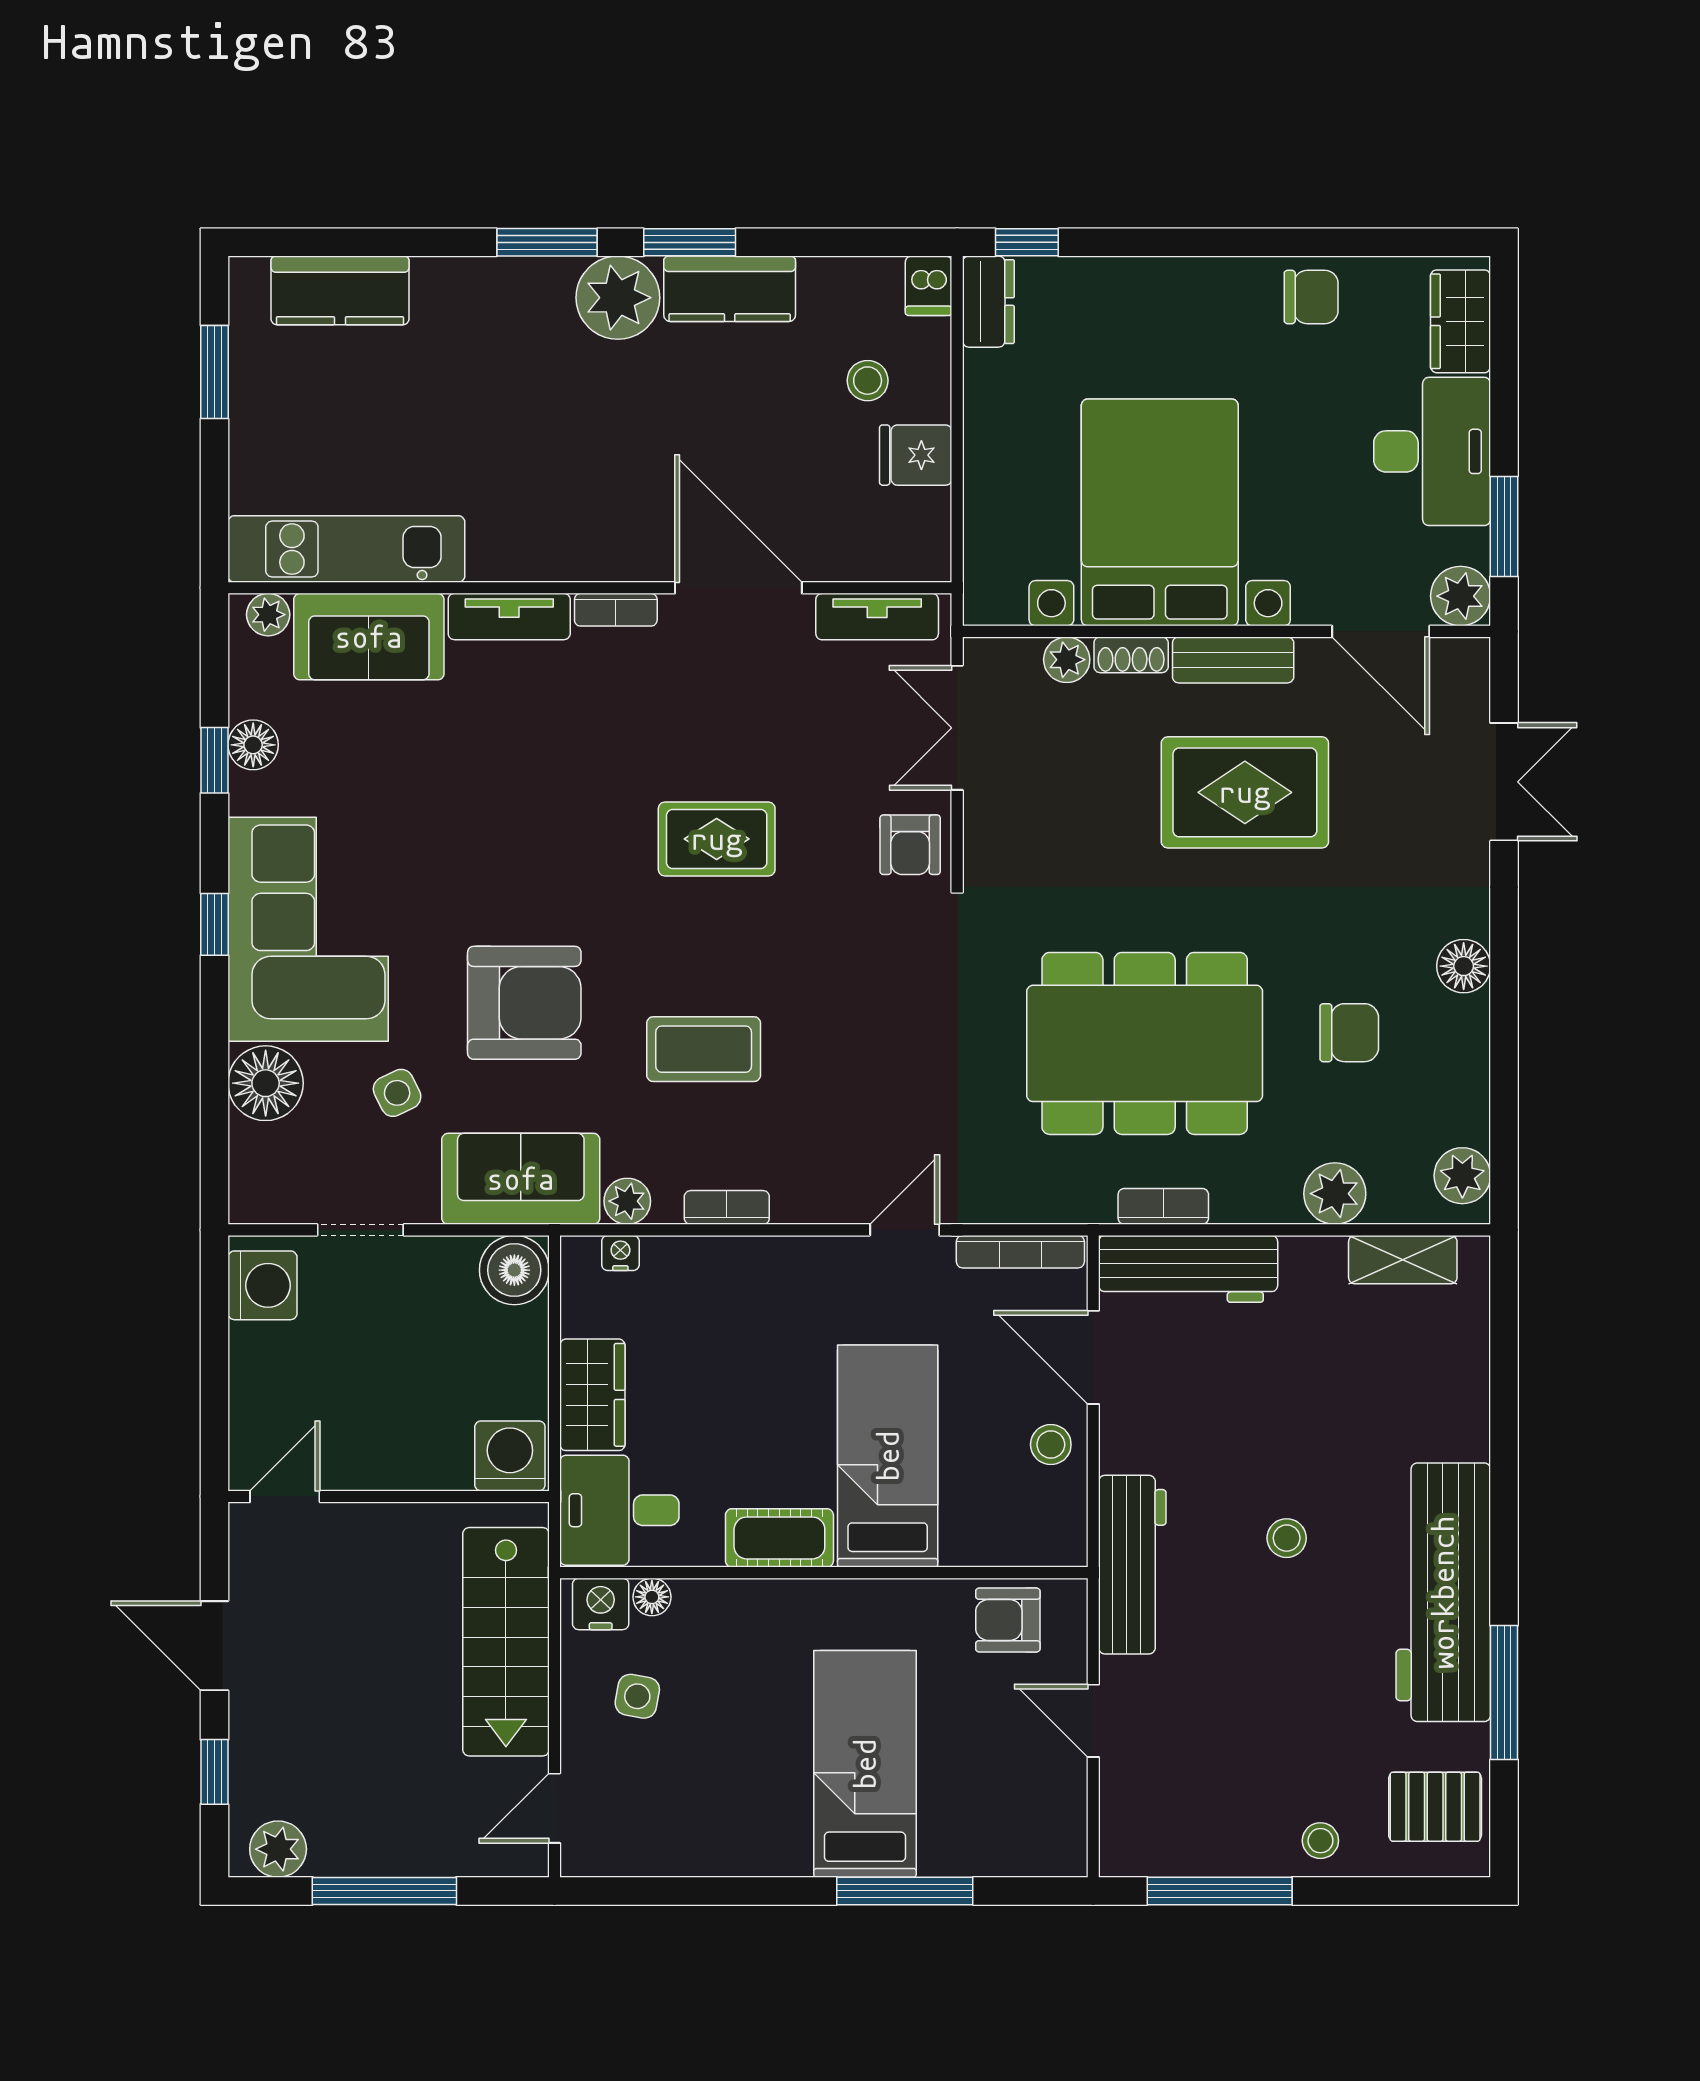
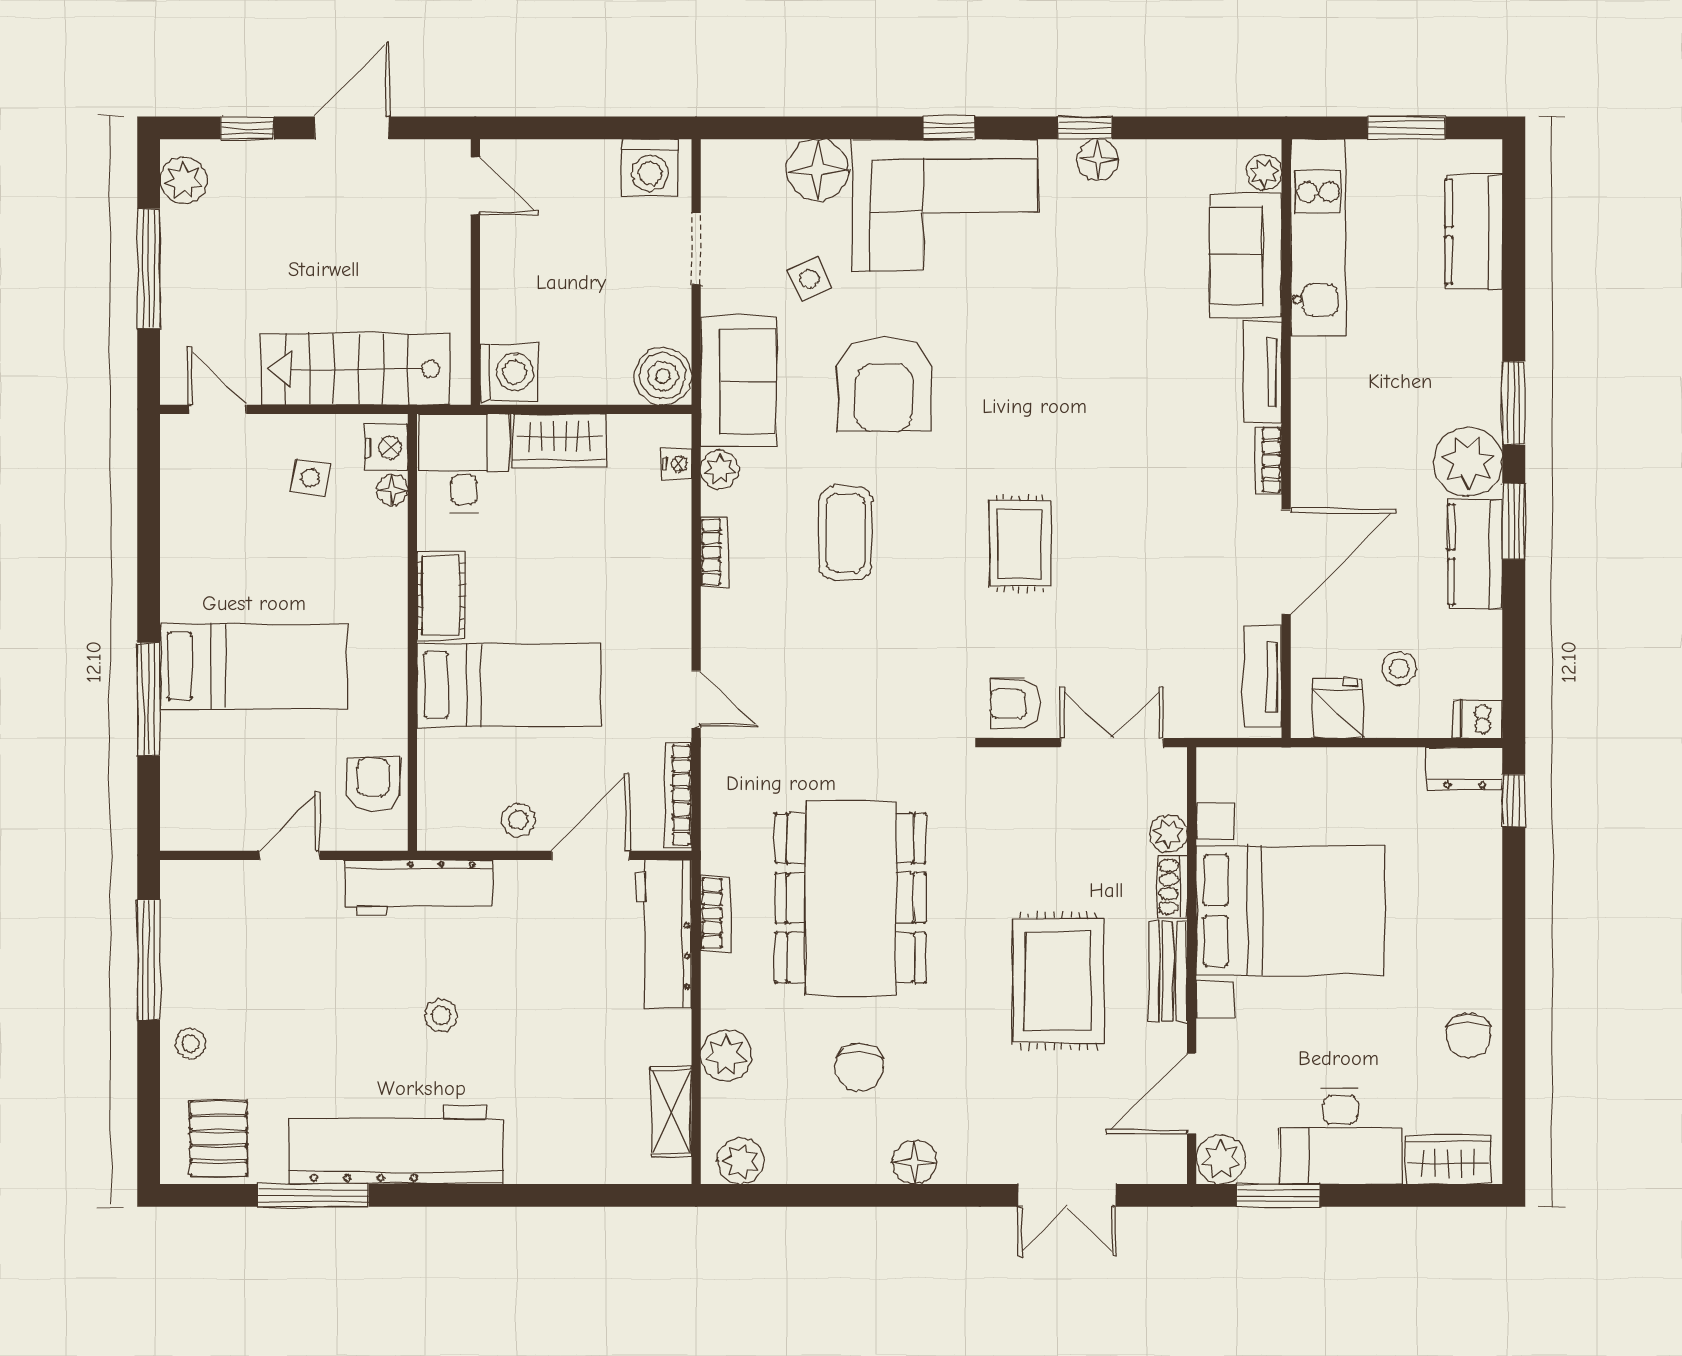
kitchen unit: (346, 549) -> (1318, 237), moved
wall: (590, 588) -> (1286, 439), moved
door: (738, 588) -> (1286, 562), moved
bookcase: (616, 610) -> (1268, 460), moved
plant: (268, 615) -> (1264, 172), moved
tv unit: (509, 616) -> (1262, 372), moved
tv unit: (877, 617) -> (1262, 676), moved
sofa: (369, 637) -> (1246, 256), moved

